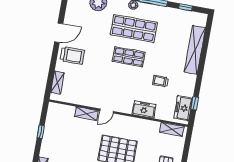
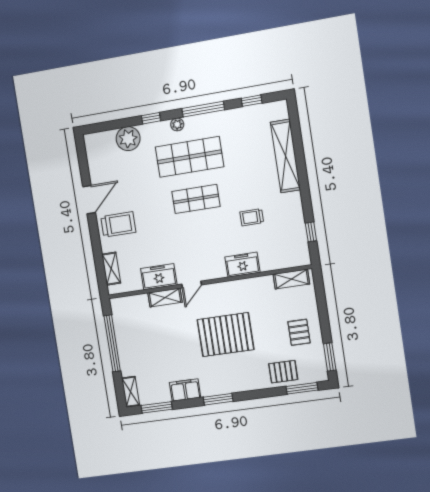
freezer: (183, 108) -> (159, 277), moved, turned 90
window: (41, 132) -> (112, 343), width x3.17

